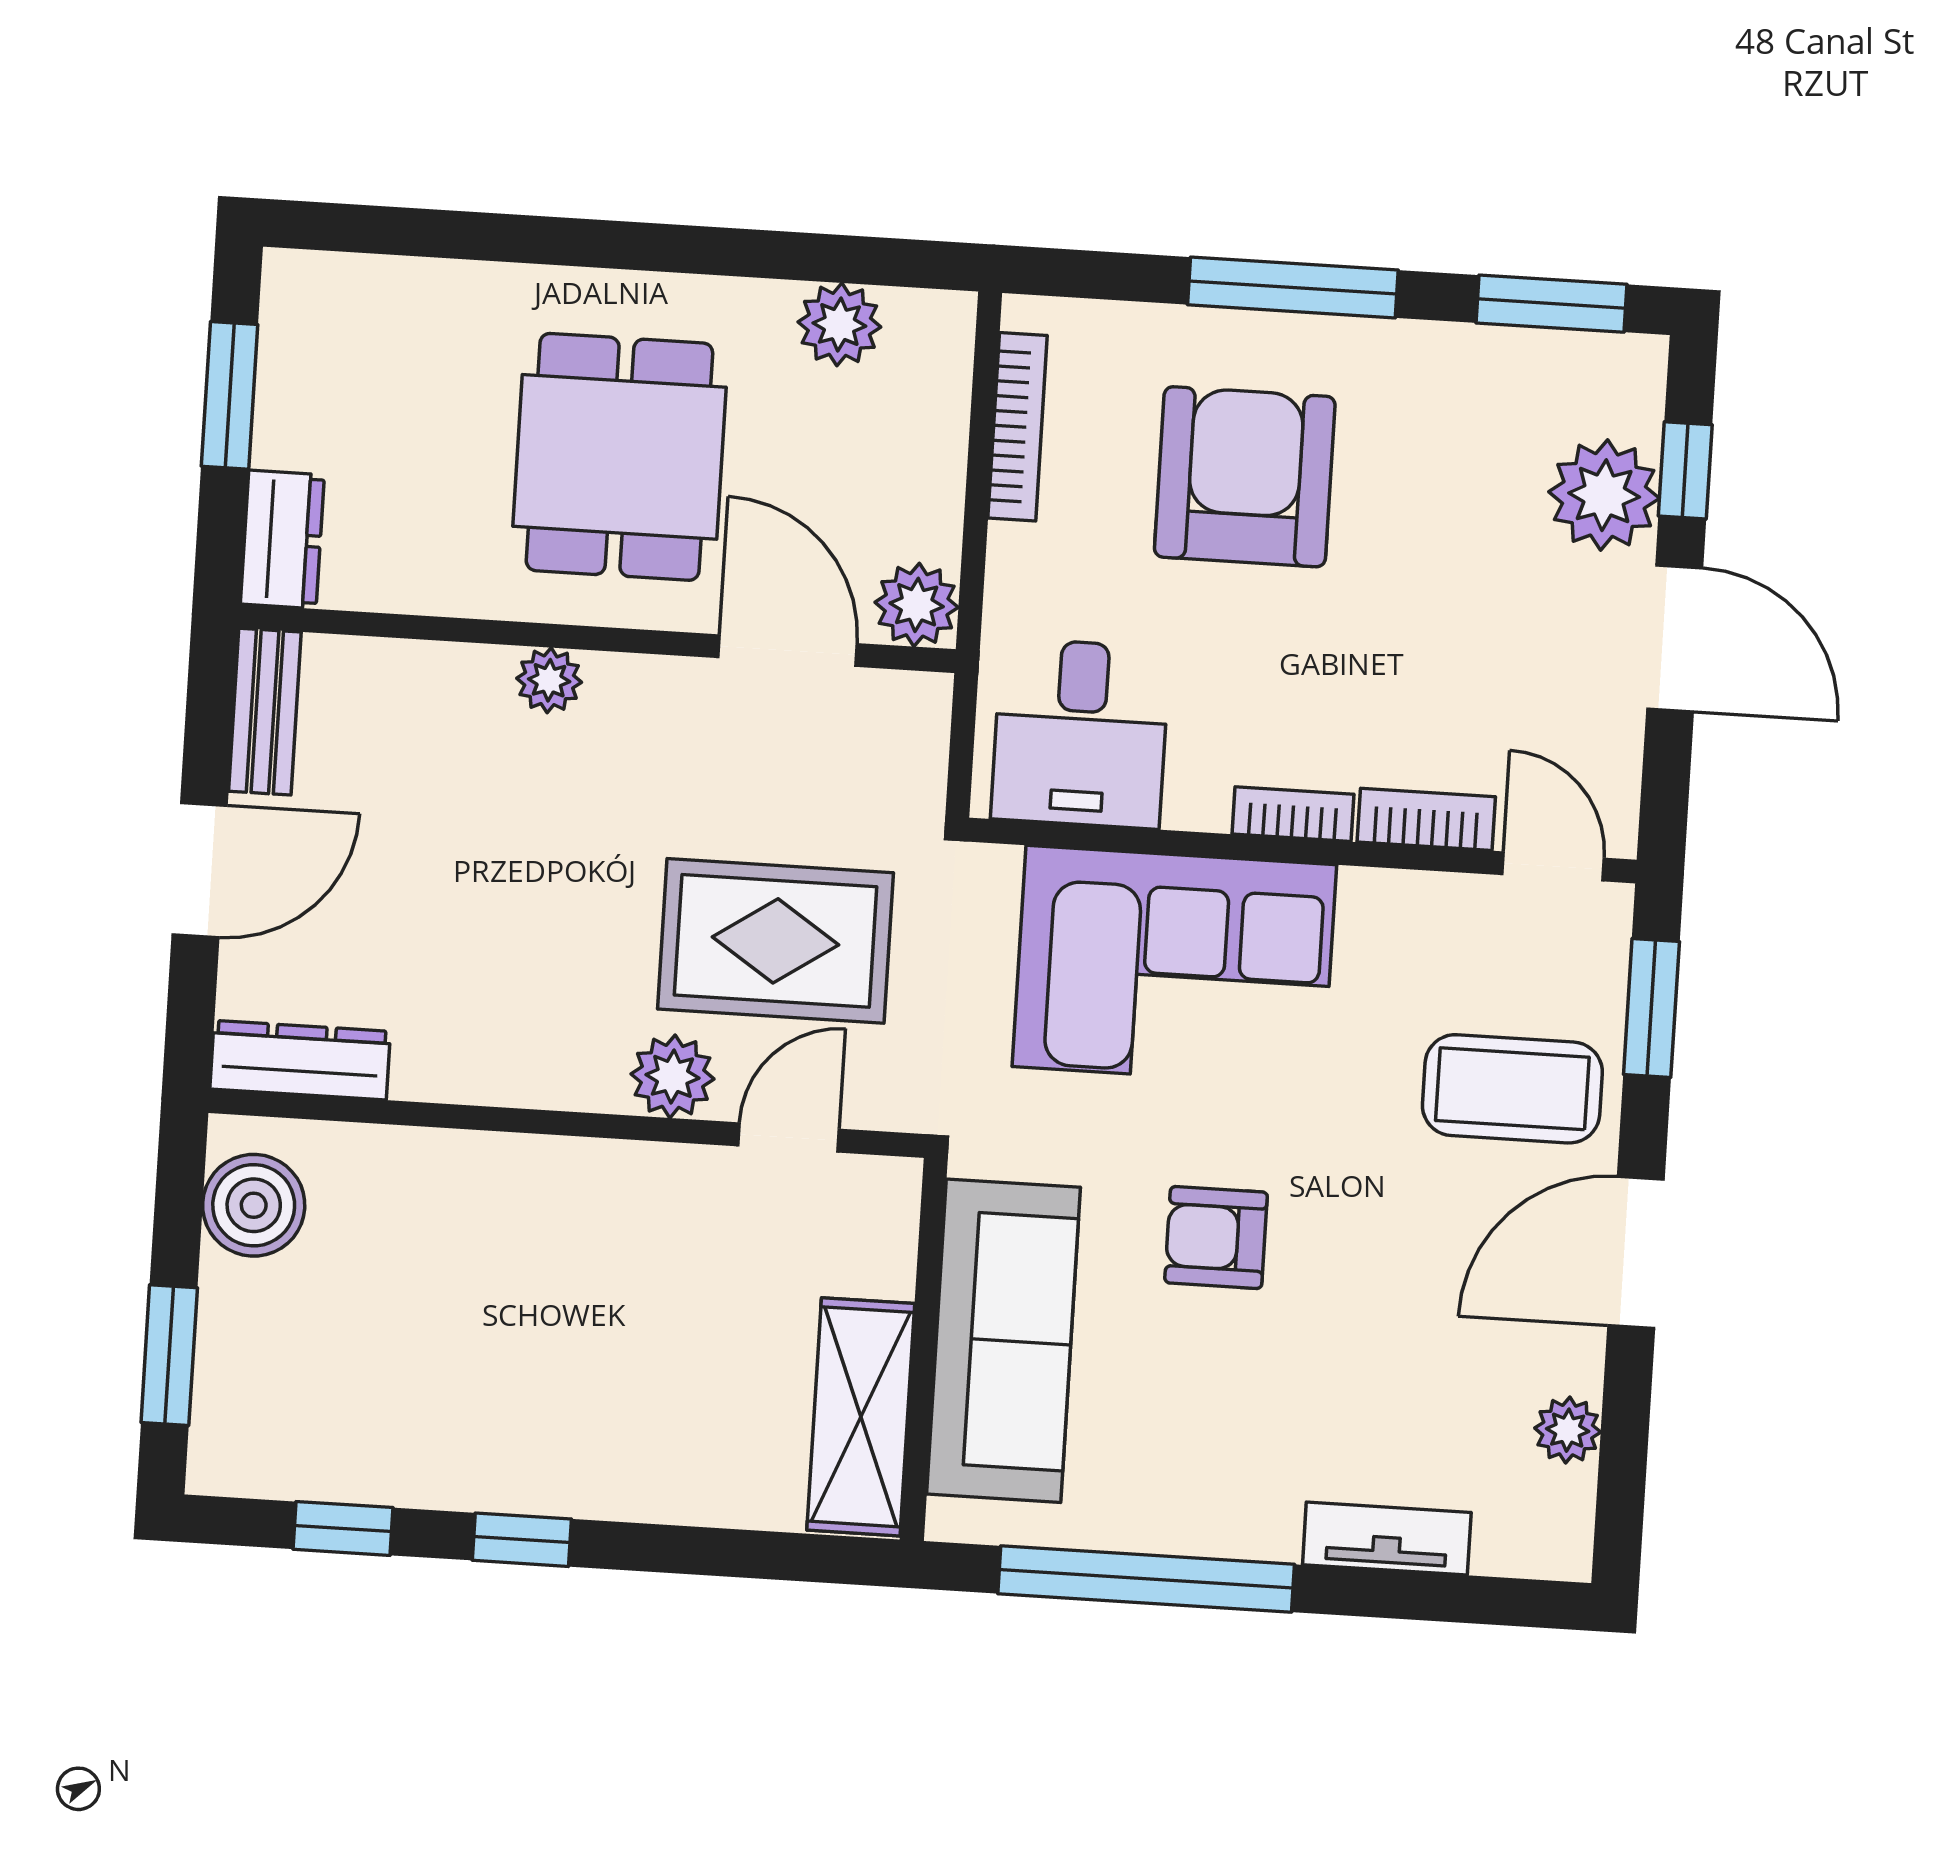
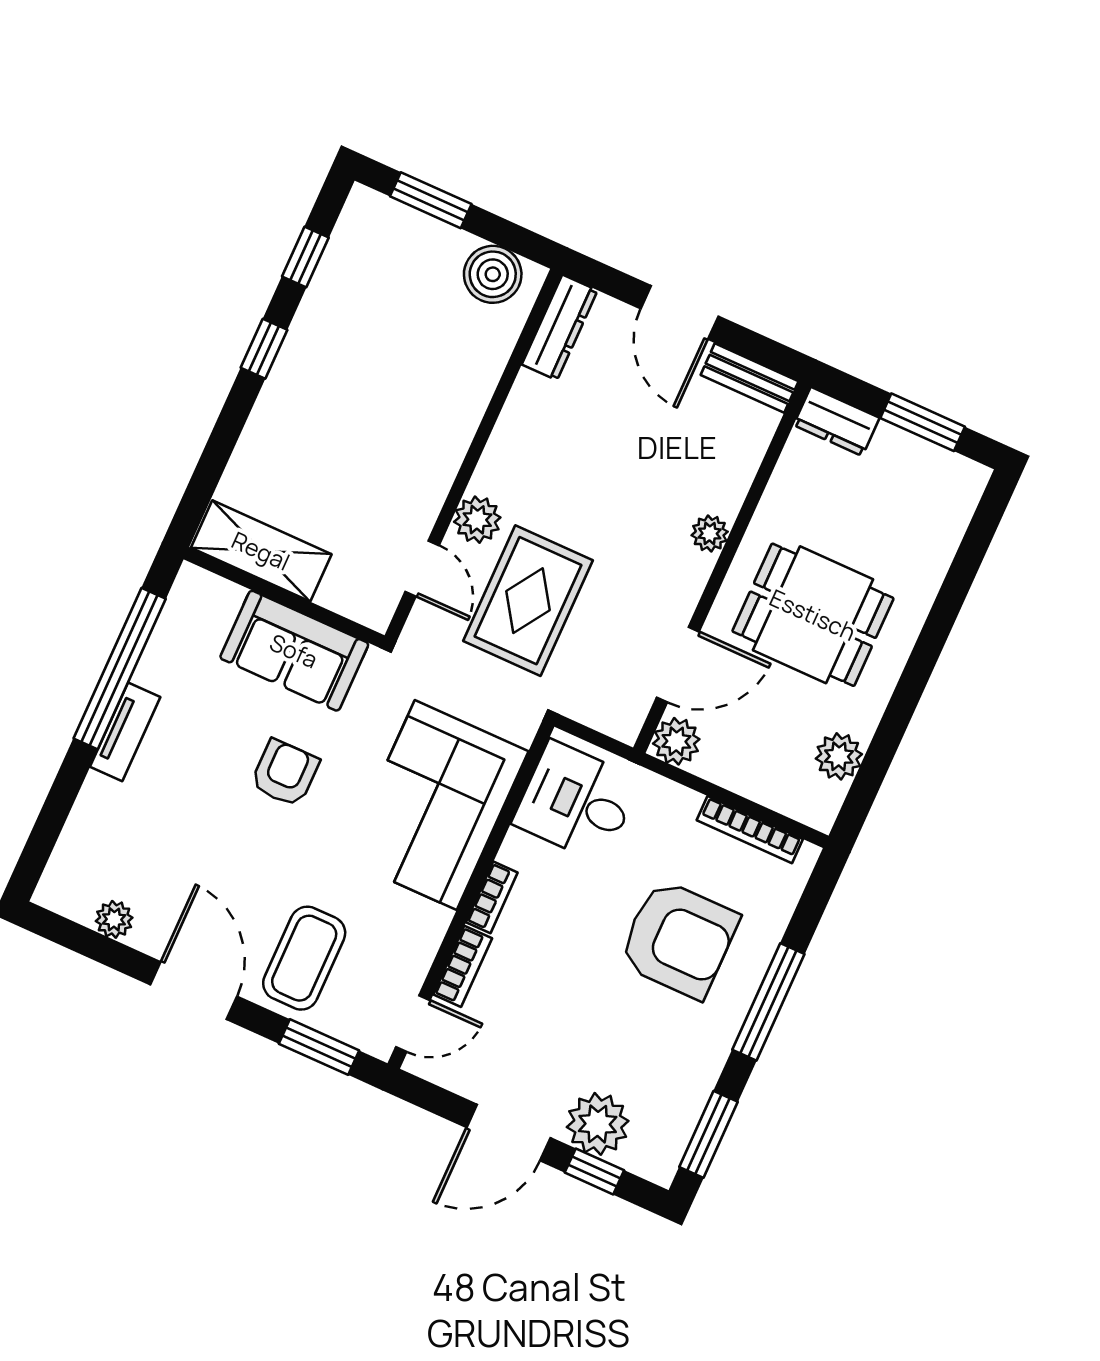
sofa: (1003, 1341) -> (294, 651), width x0.73
tv unit: (1387, 1539) -> (125, 732), moved

